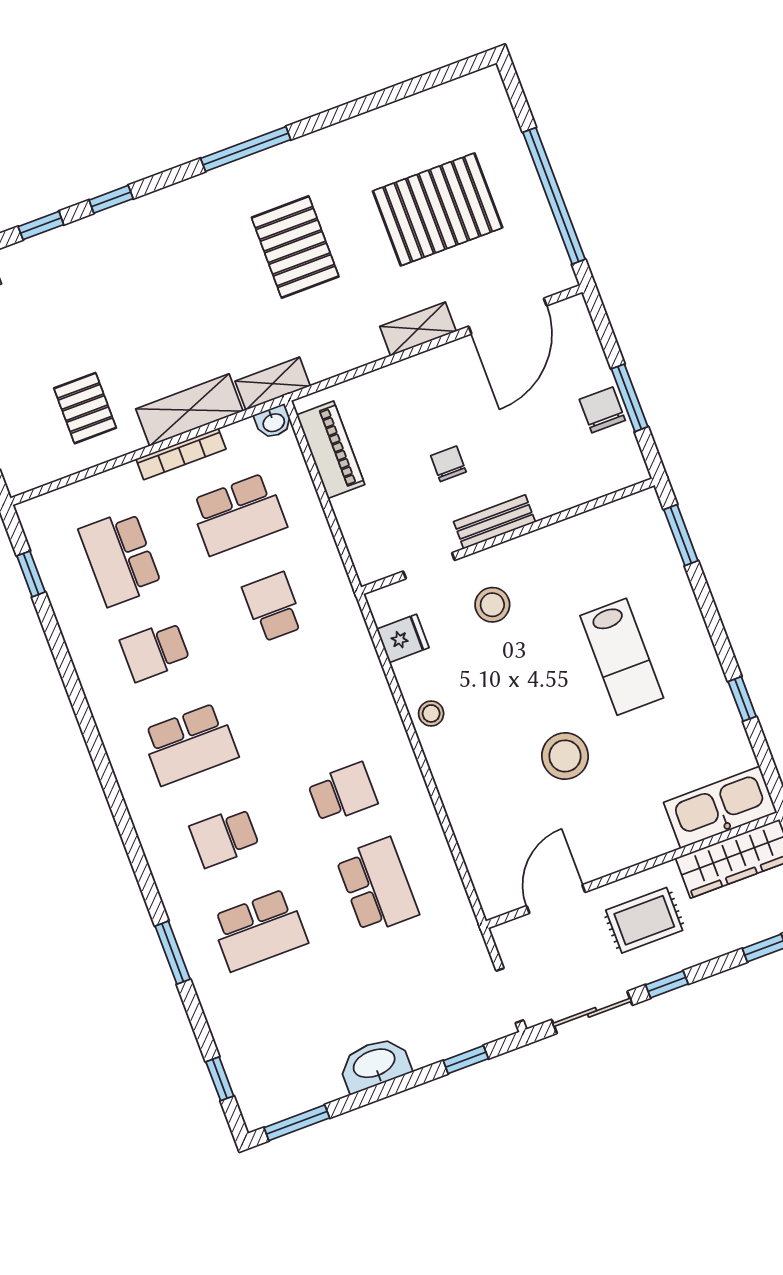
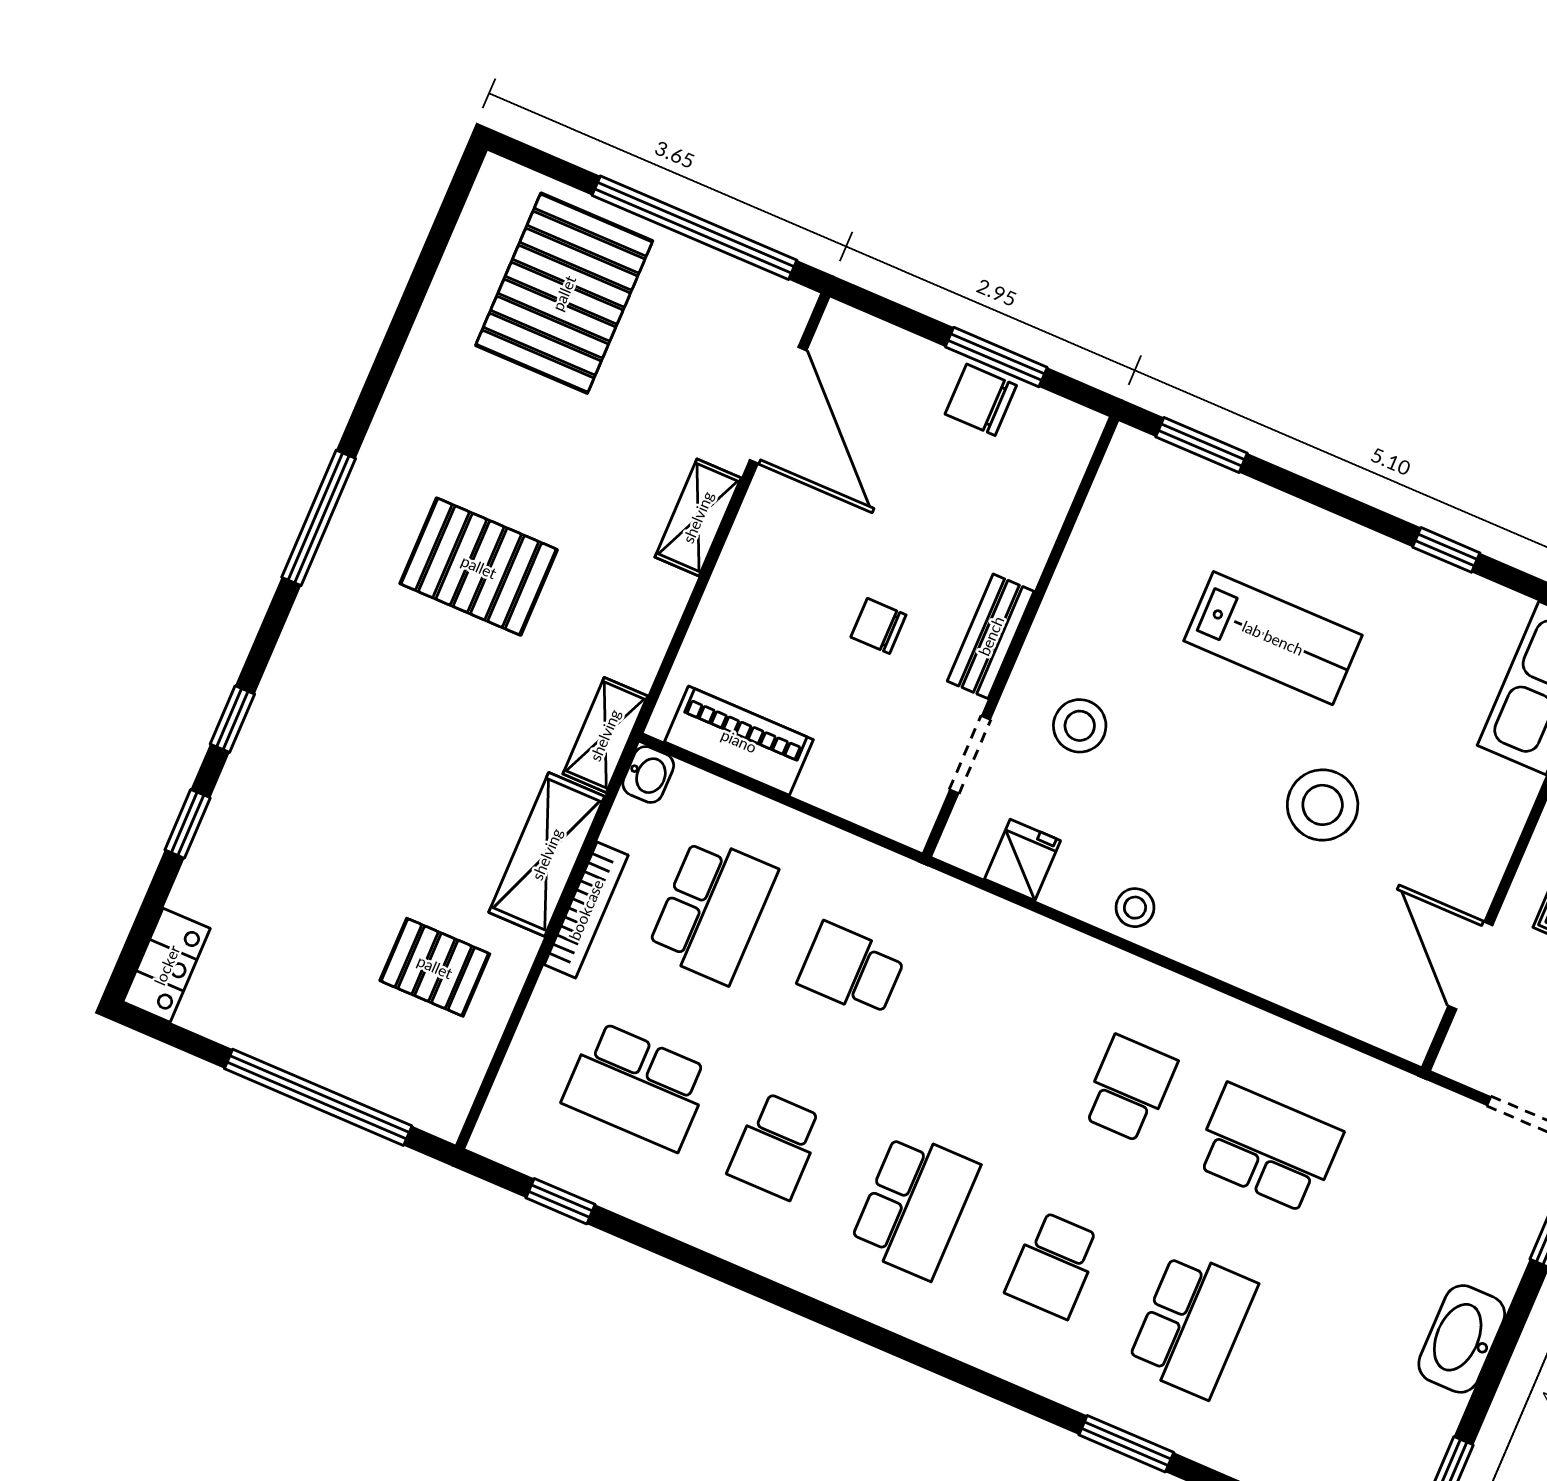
pallet: (438, 209) -> (564, 293), moved

